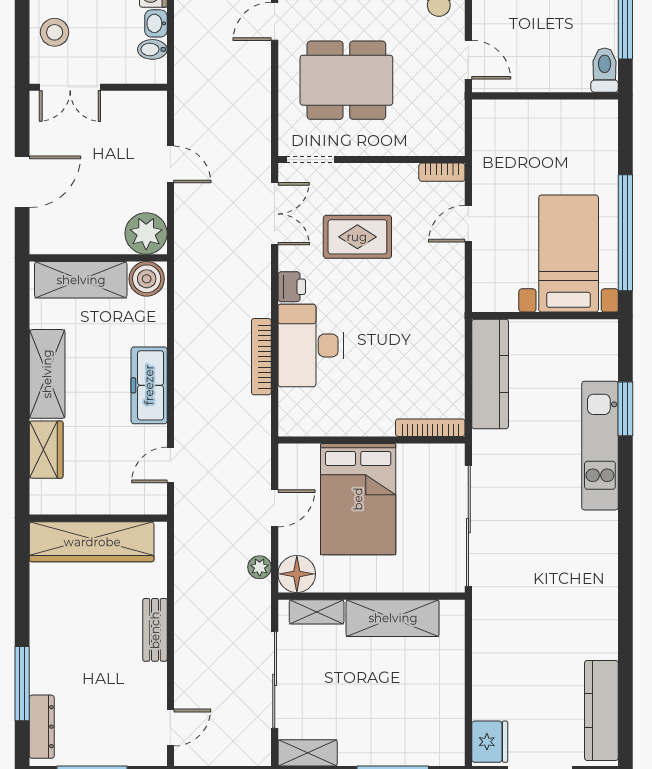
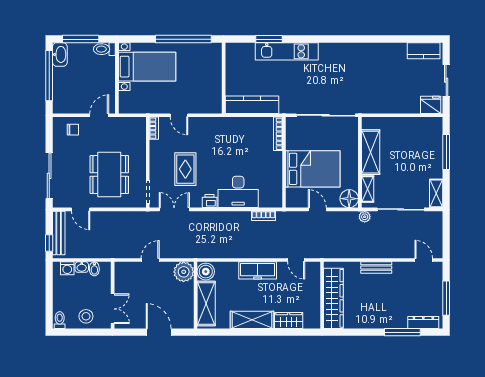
bed with nightstands: (569, 254) -> (147, 67), moved, turned 180
bookcase: (261, 357) -> (263, 216), moved, width x0.64
plant: (260, 567) -> (365, 217), moved
kitchen counter: (601, 710) -> (424, 51), width x0.67

